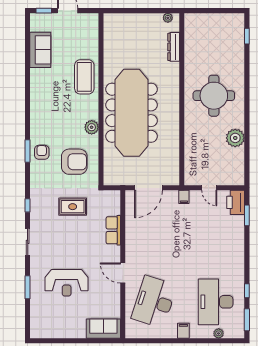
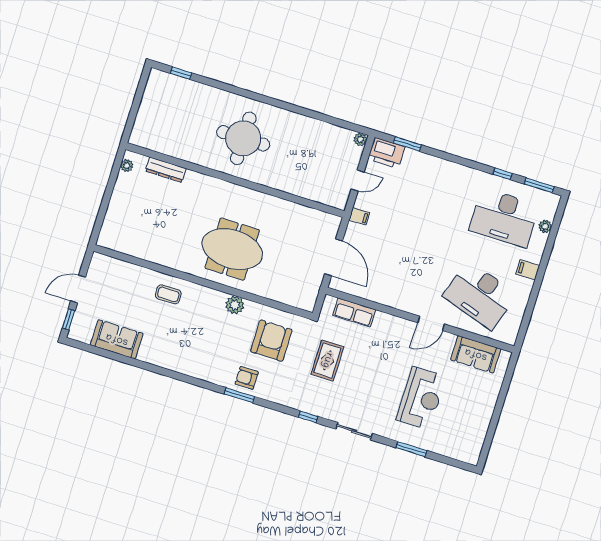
coffee table: (84, 77) -> (168, 294), width x0.54, depth x0.58
meeting table: (131, 113) -> (232, 249), width x0.54, depth x0.79
plant: (235, 138) -> (360, 139), moved, width x0.53, depth x0.53
row of seats: (113, 230) -> (354, 312), moved
sofa: (103, 329) -> (476, 354), moved, turned -90

